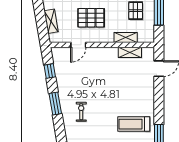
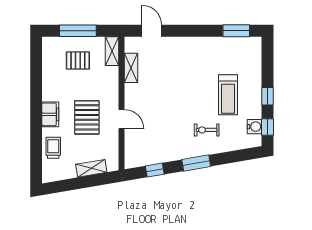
shelving: (126, 37) -> (112, 51), moved
door: (78, 45) -> (121, 119), moved
treadmill: (134, 124) -> (228, 95), moved

